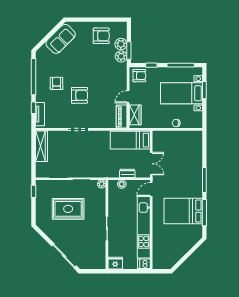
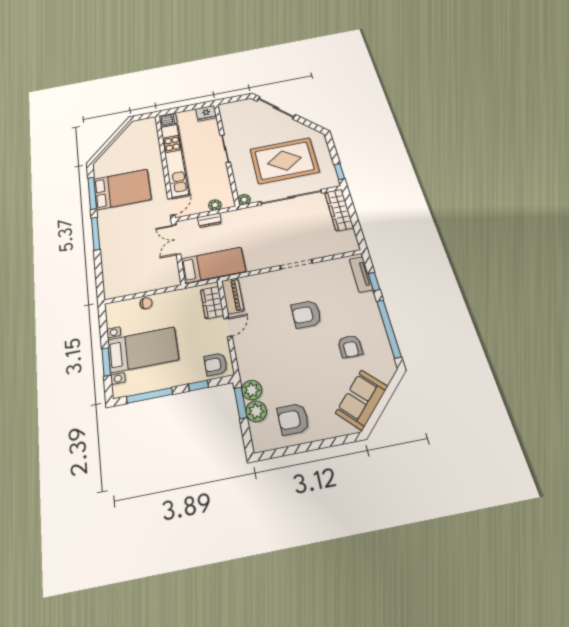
armchair: (57, 83) -> (350, 346), moved
wardrobe: (41, 146) -> (339, 210), moved
rug: (68, 209) -> (284, 161), width x1.37, depth x1.44

